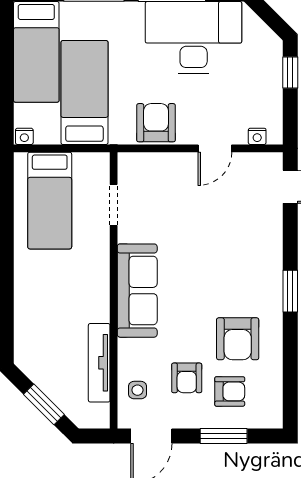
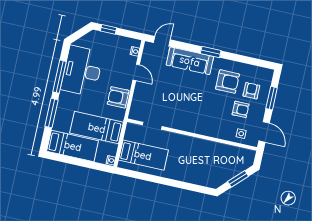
sofa: (137, 291) -> (190, 61), moved, turned 180
tv unit: (99, 363) -> (224, 149), removed

